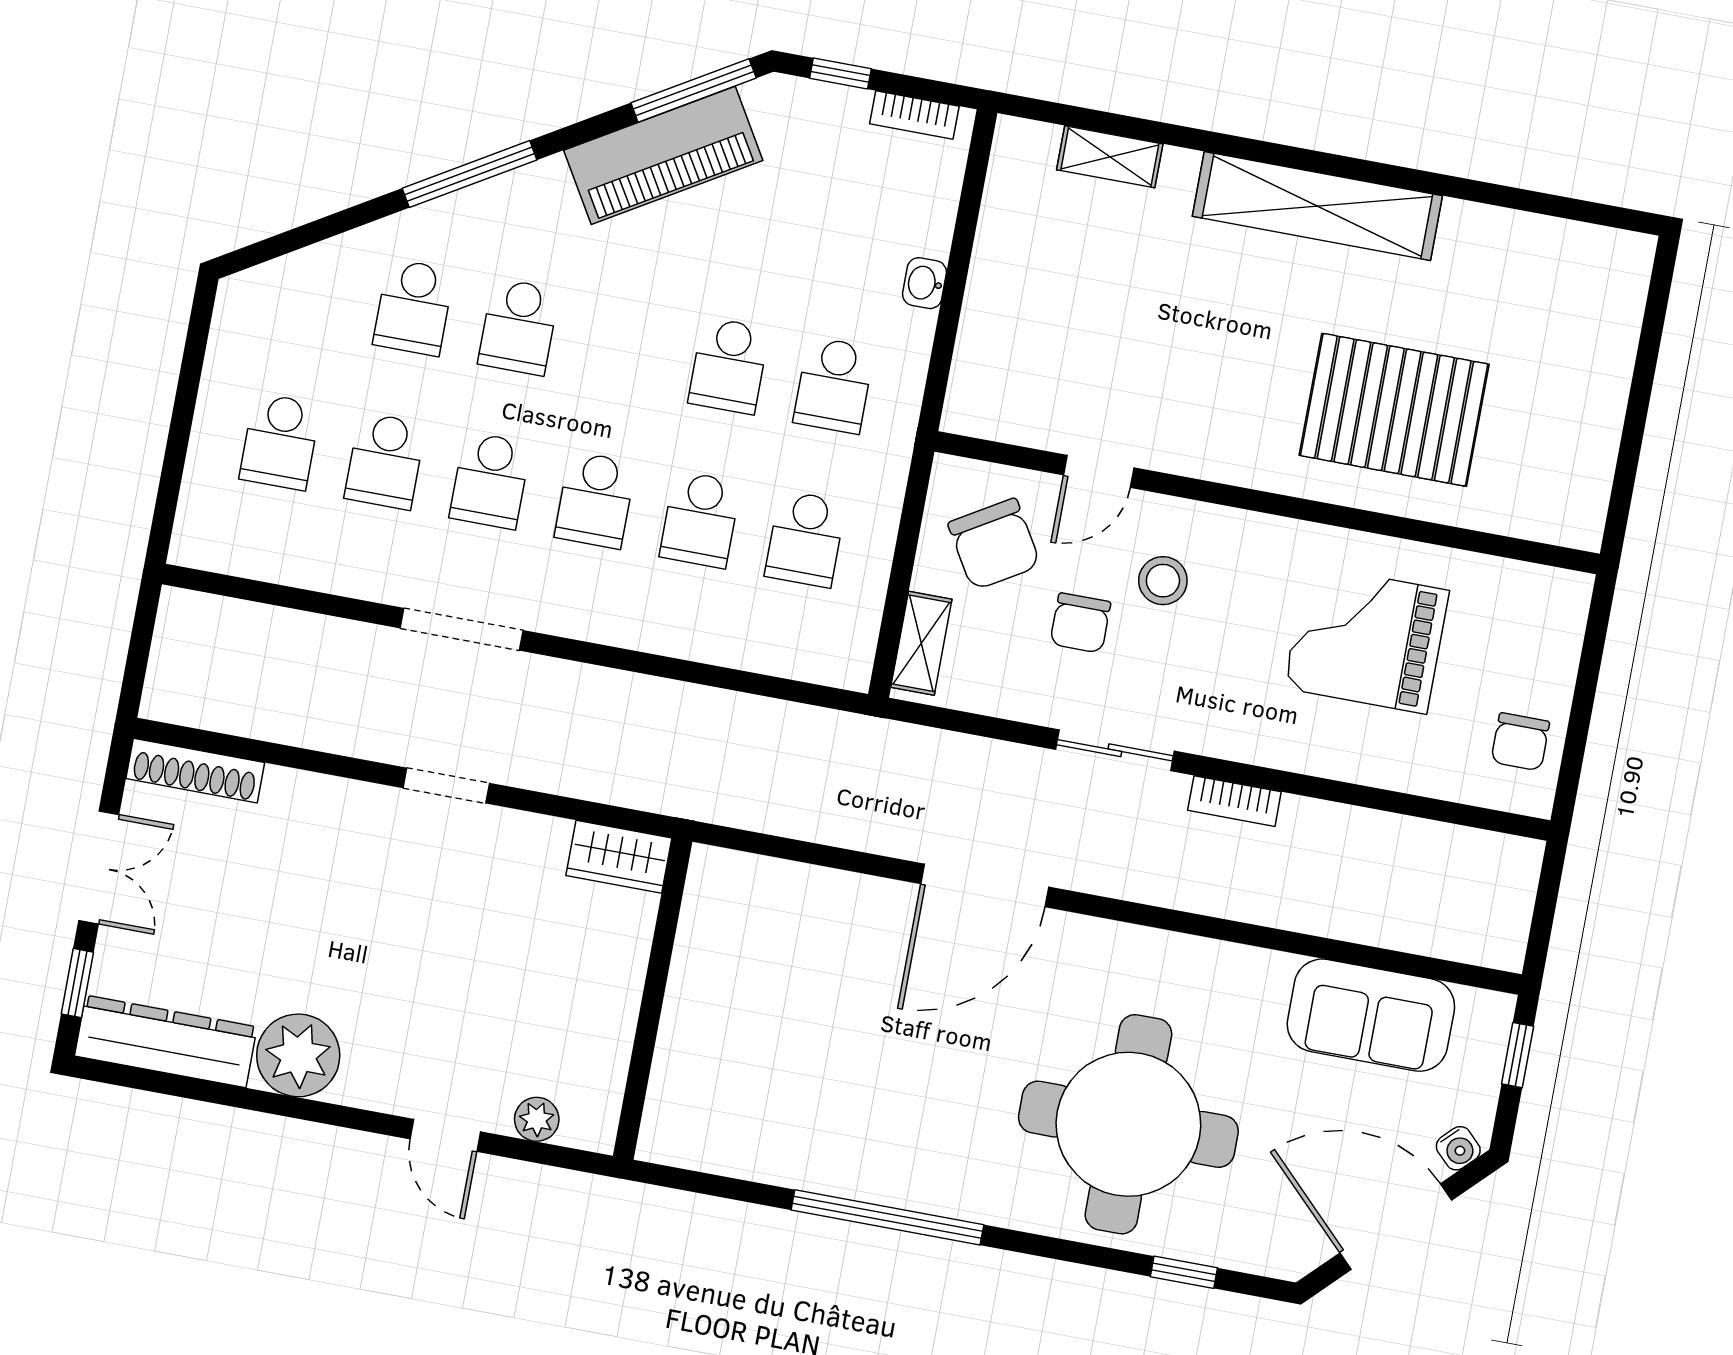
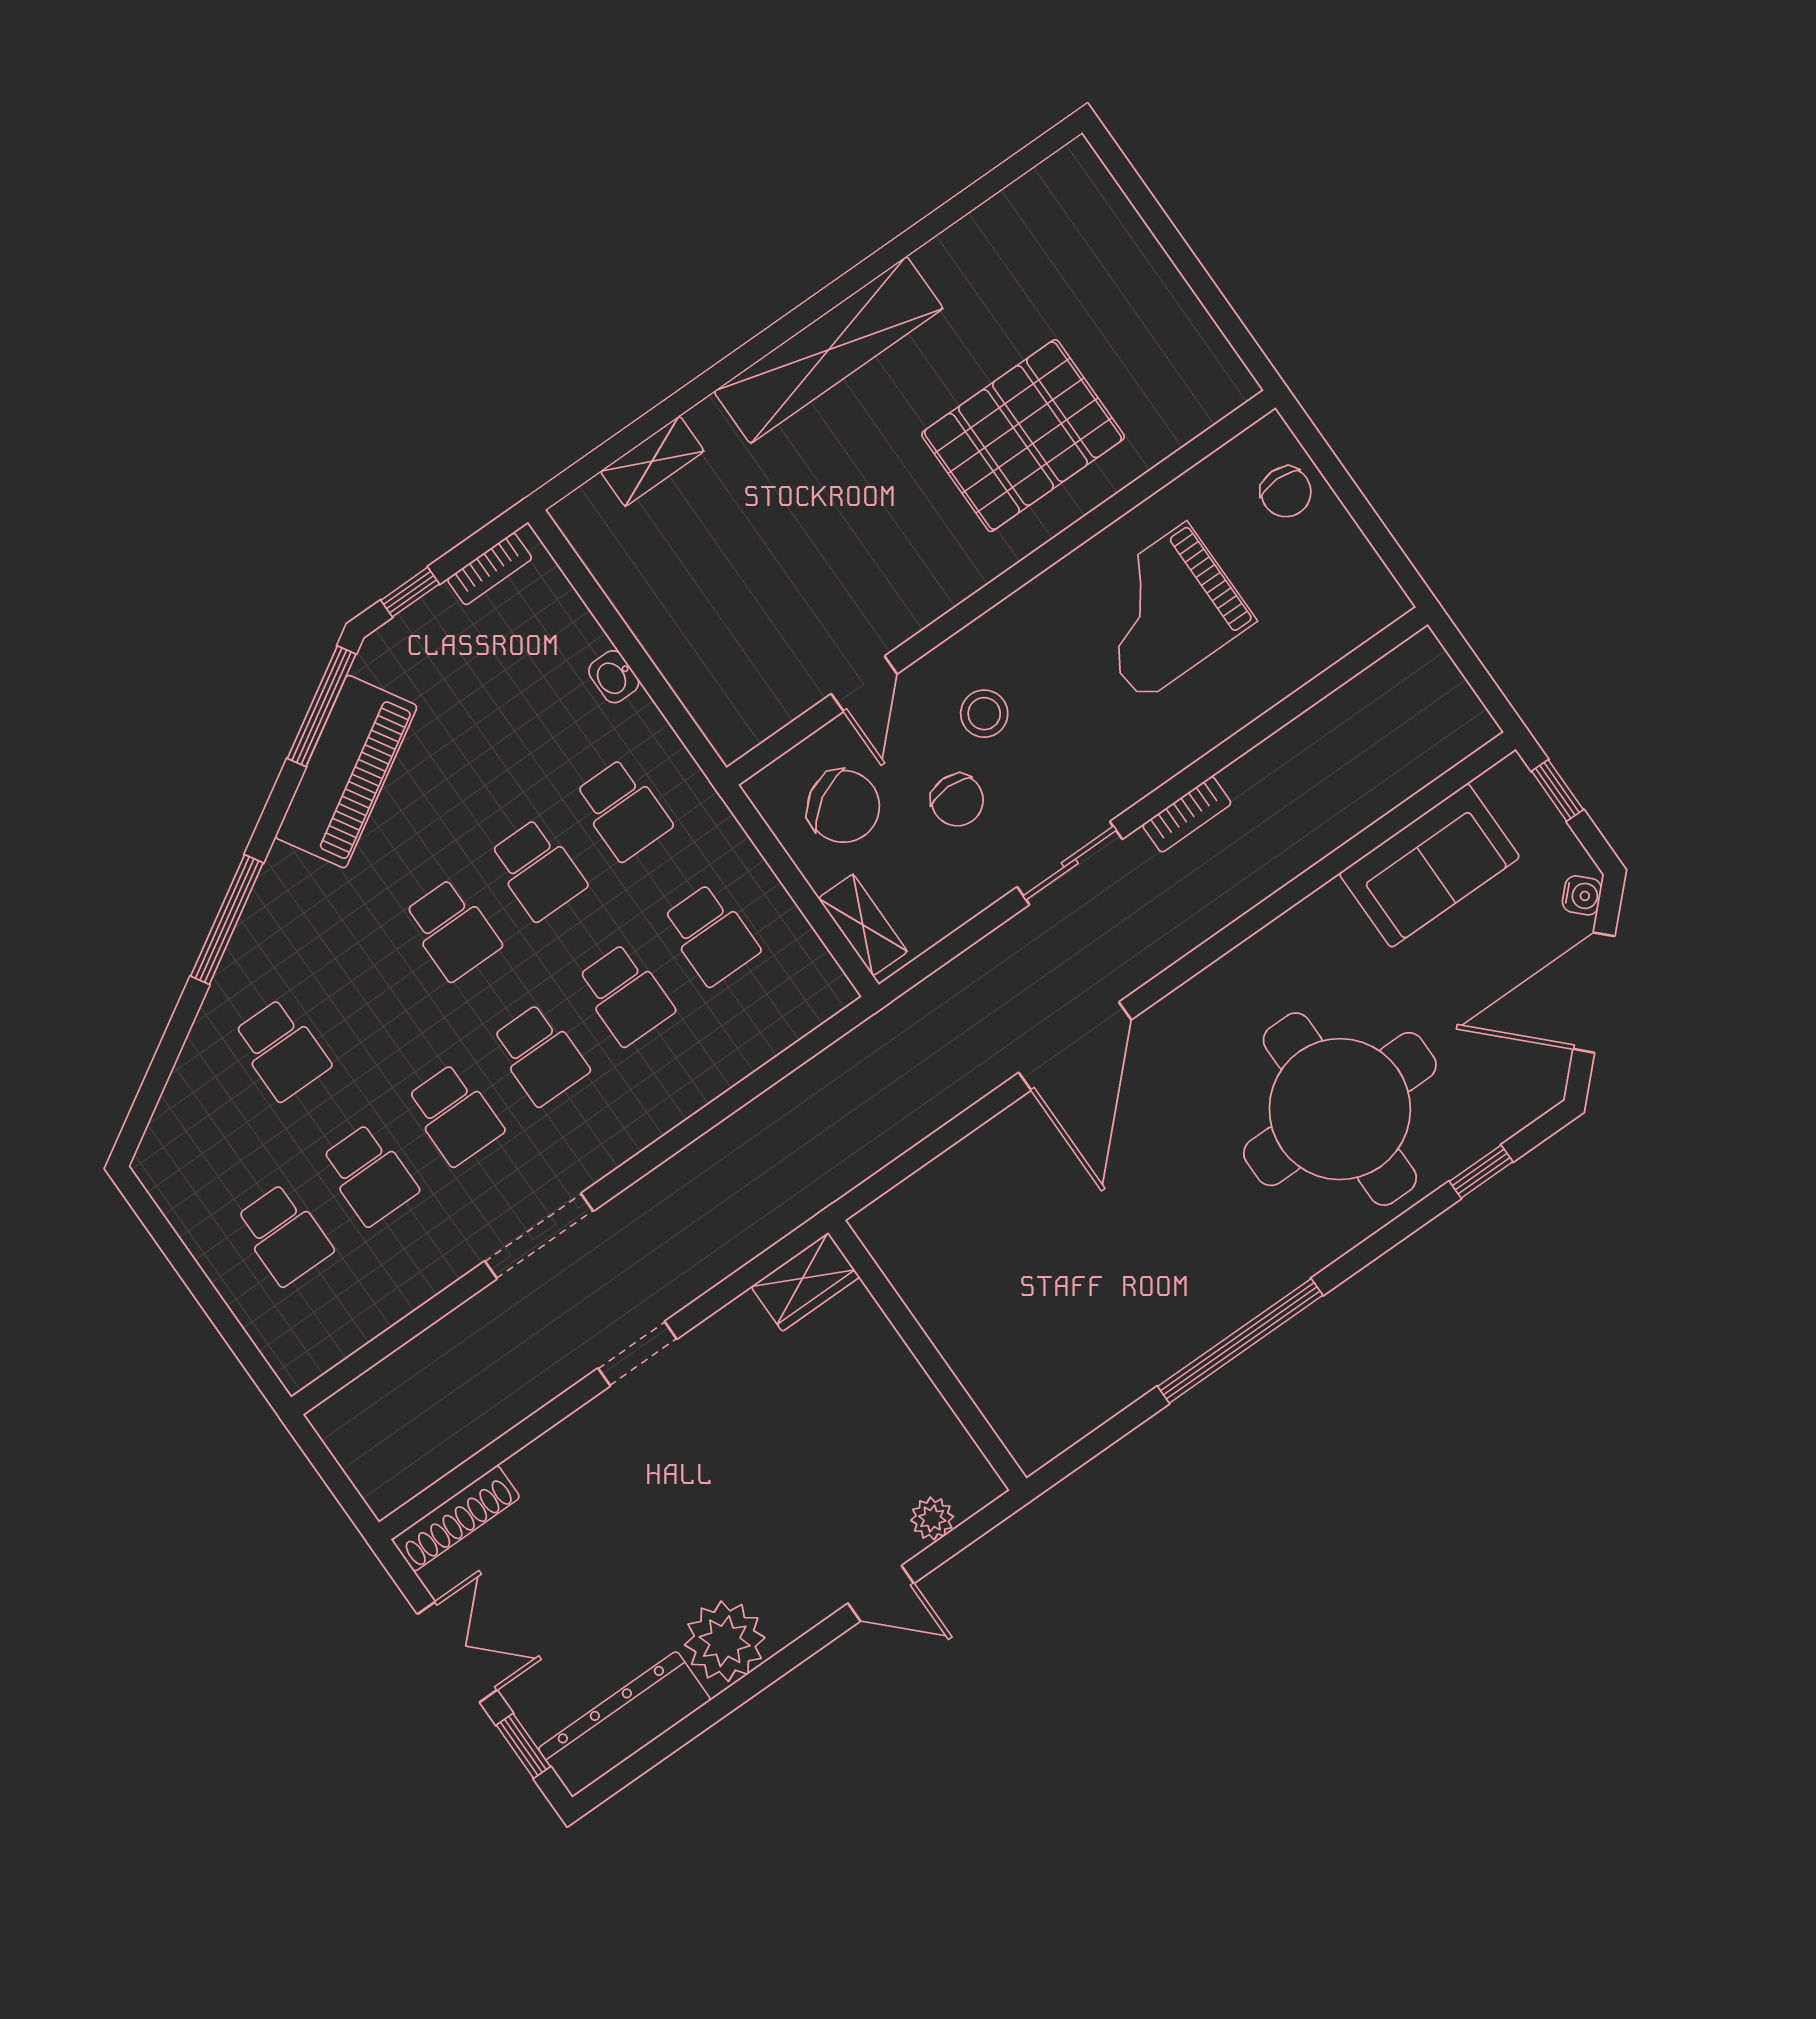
school desk: (519, 327) -> (452, 930), moved
chair: (1520, 742) -> (1286, 492), moved

